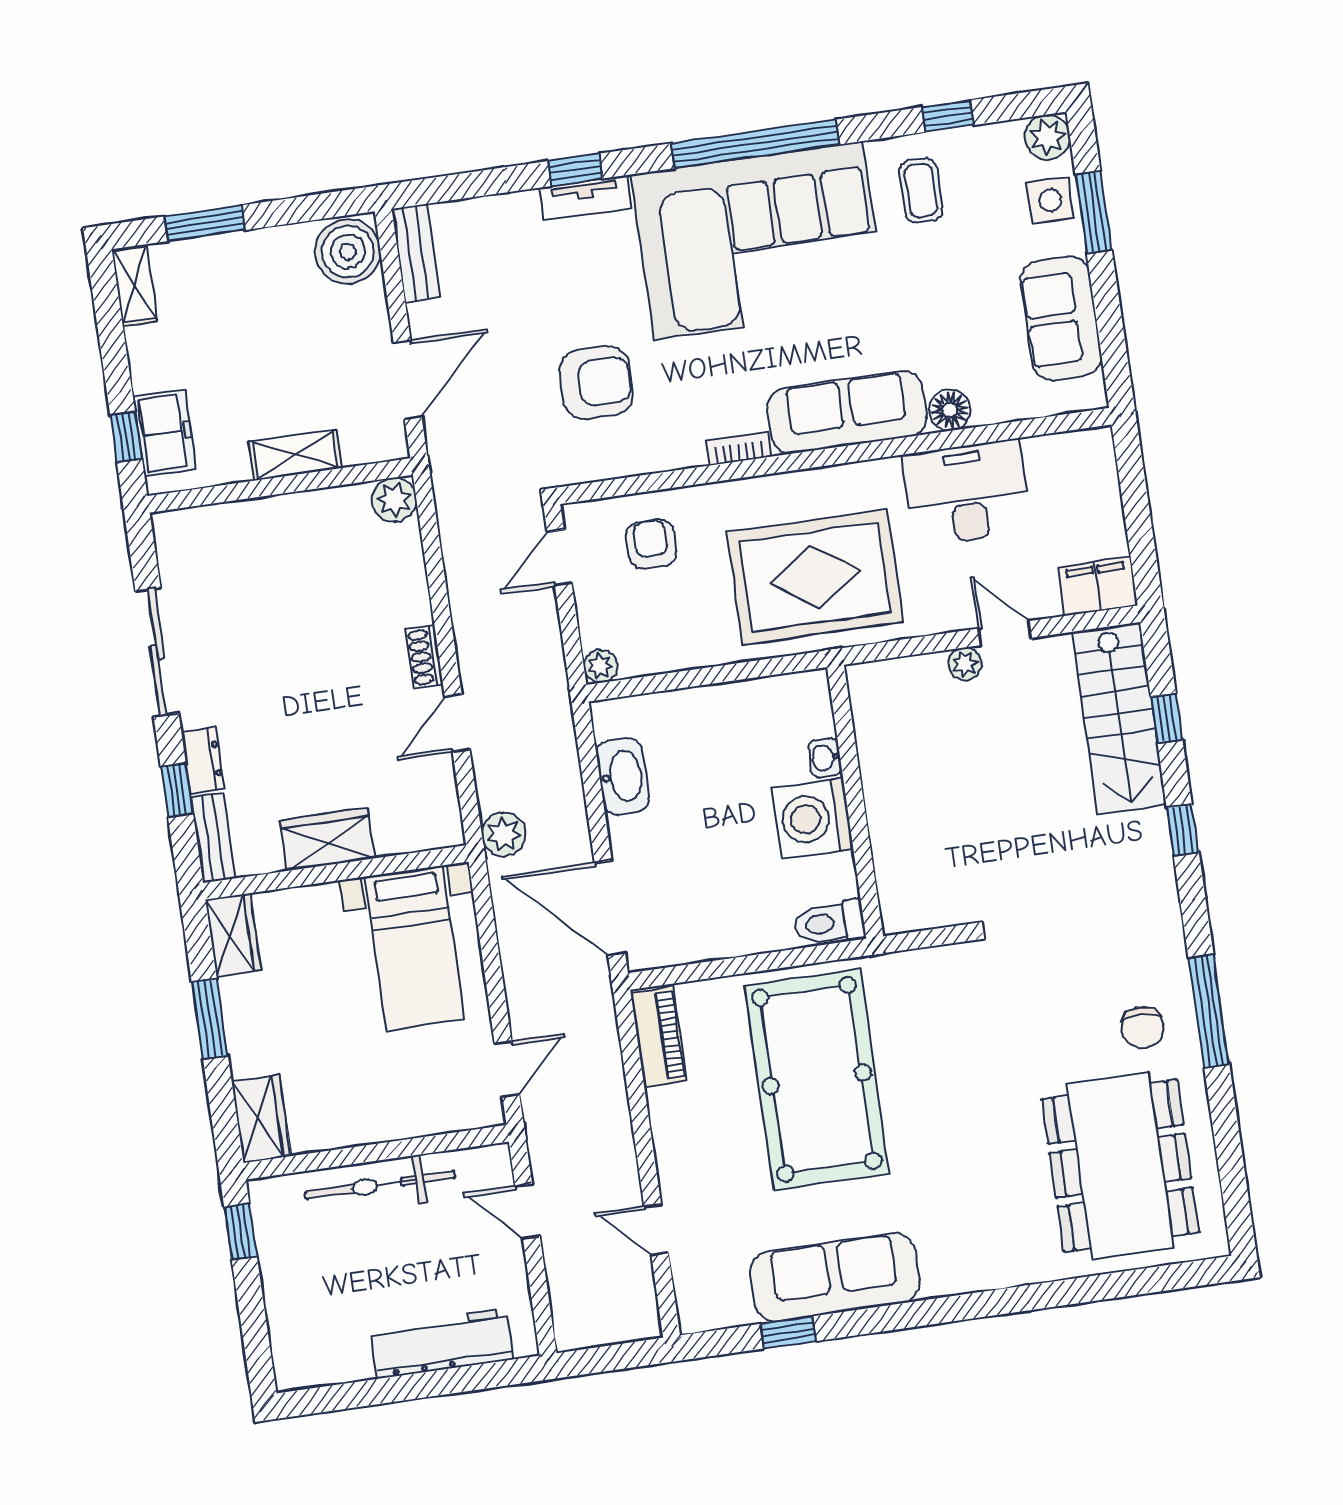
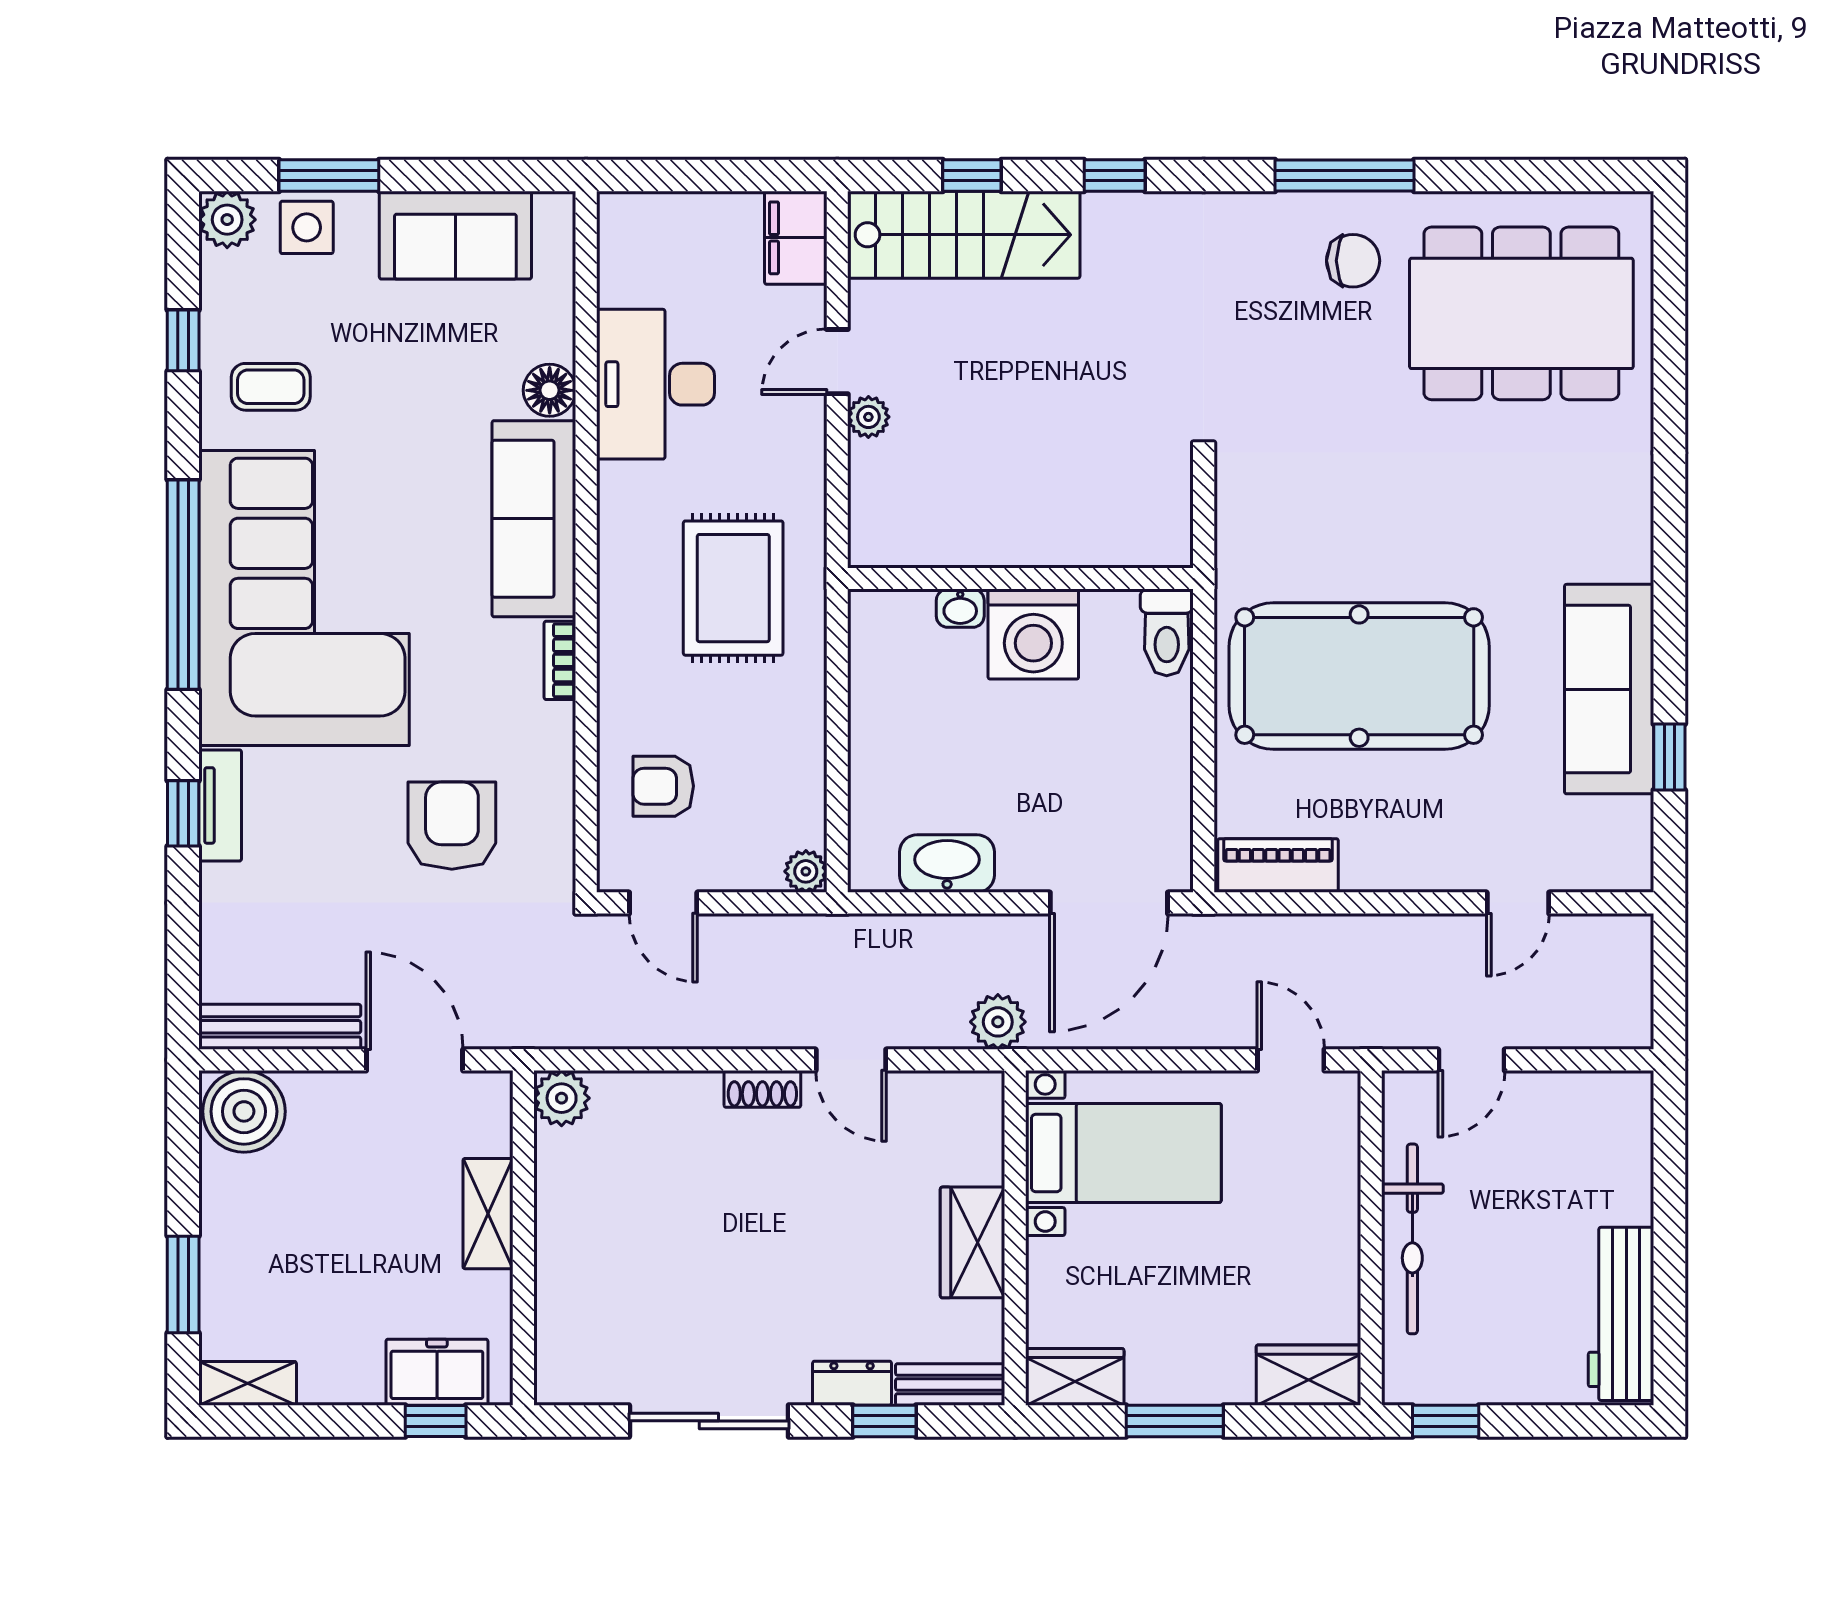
bench: (416, 253) -> (280, 1027), width x1.36
rug: (815, 577) -> (733, 588), width x0.73, depth x0.69
workbench: (442, 1344) -> (1621, 1314), moved

